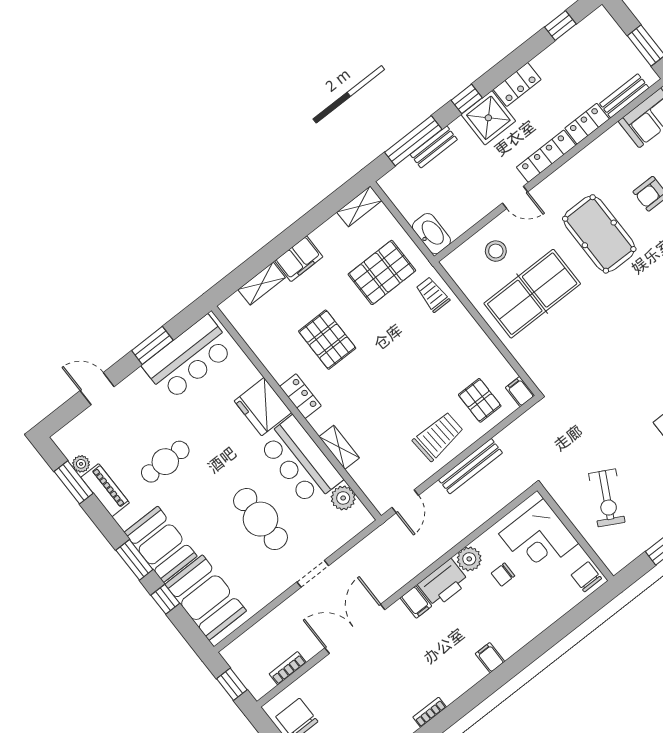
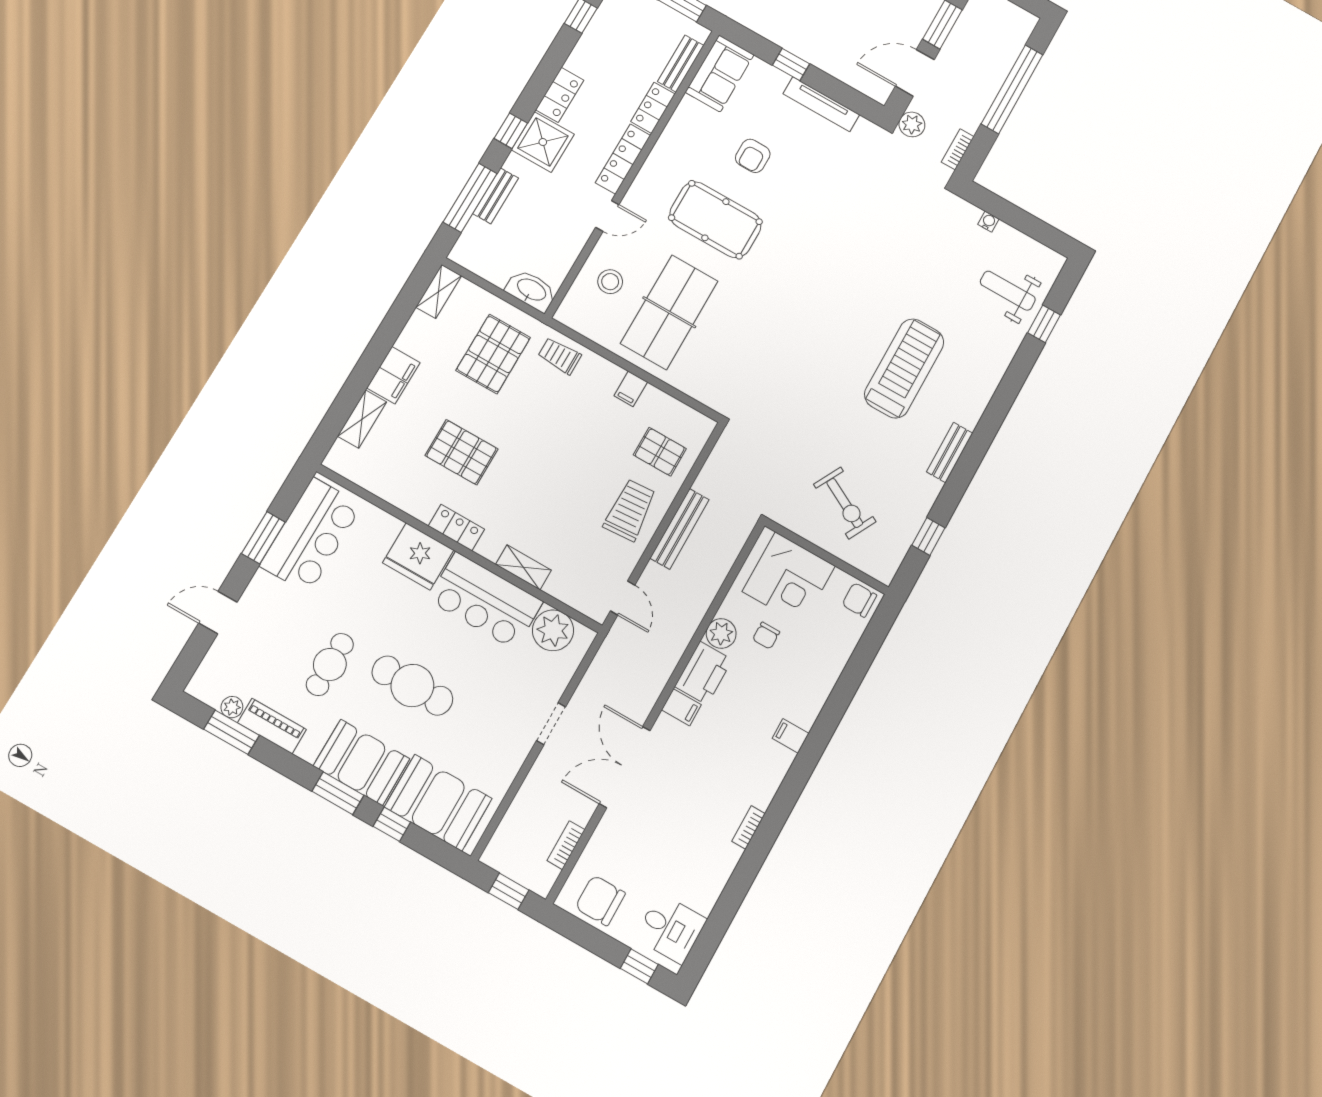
filing cabinet: (520, 392) -> (631, 389), moved, turned -90
plant: (343, 498) -> (553, 630), width x1.36, depth x1.36
cafe table: (261, 519) -> (412, 686), moved

